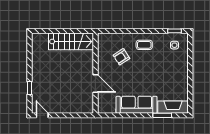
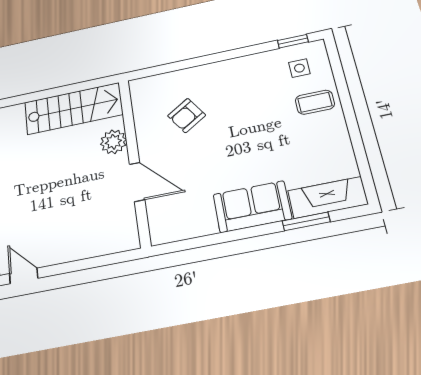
coffee table: (144, 45) -> (315, 102), moved
plant: (87, 62) -> (113, 142), added
sofa: (137, 105) -> (252, 207), width x0.73

